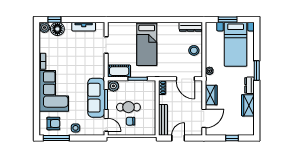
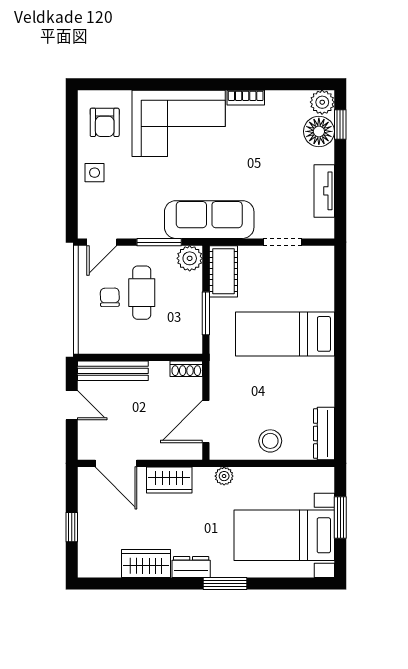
sofa: (96, 98) -> (209, 220), moved
window: (56, 138) -> (72, 129), removed

